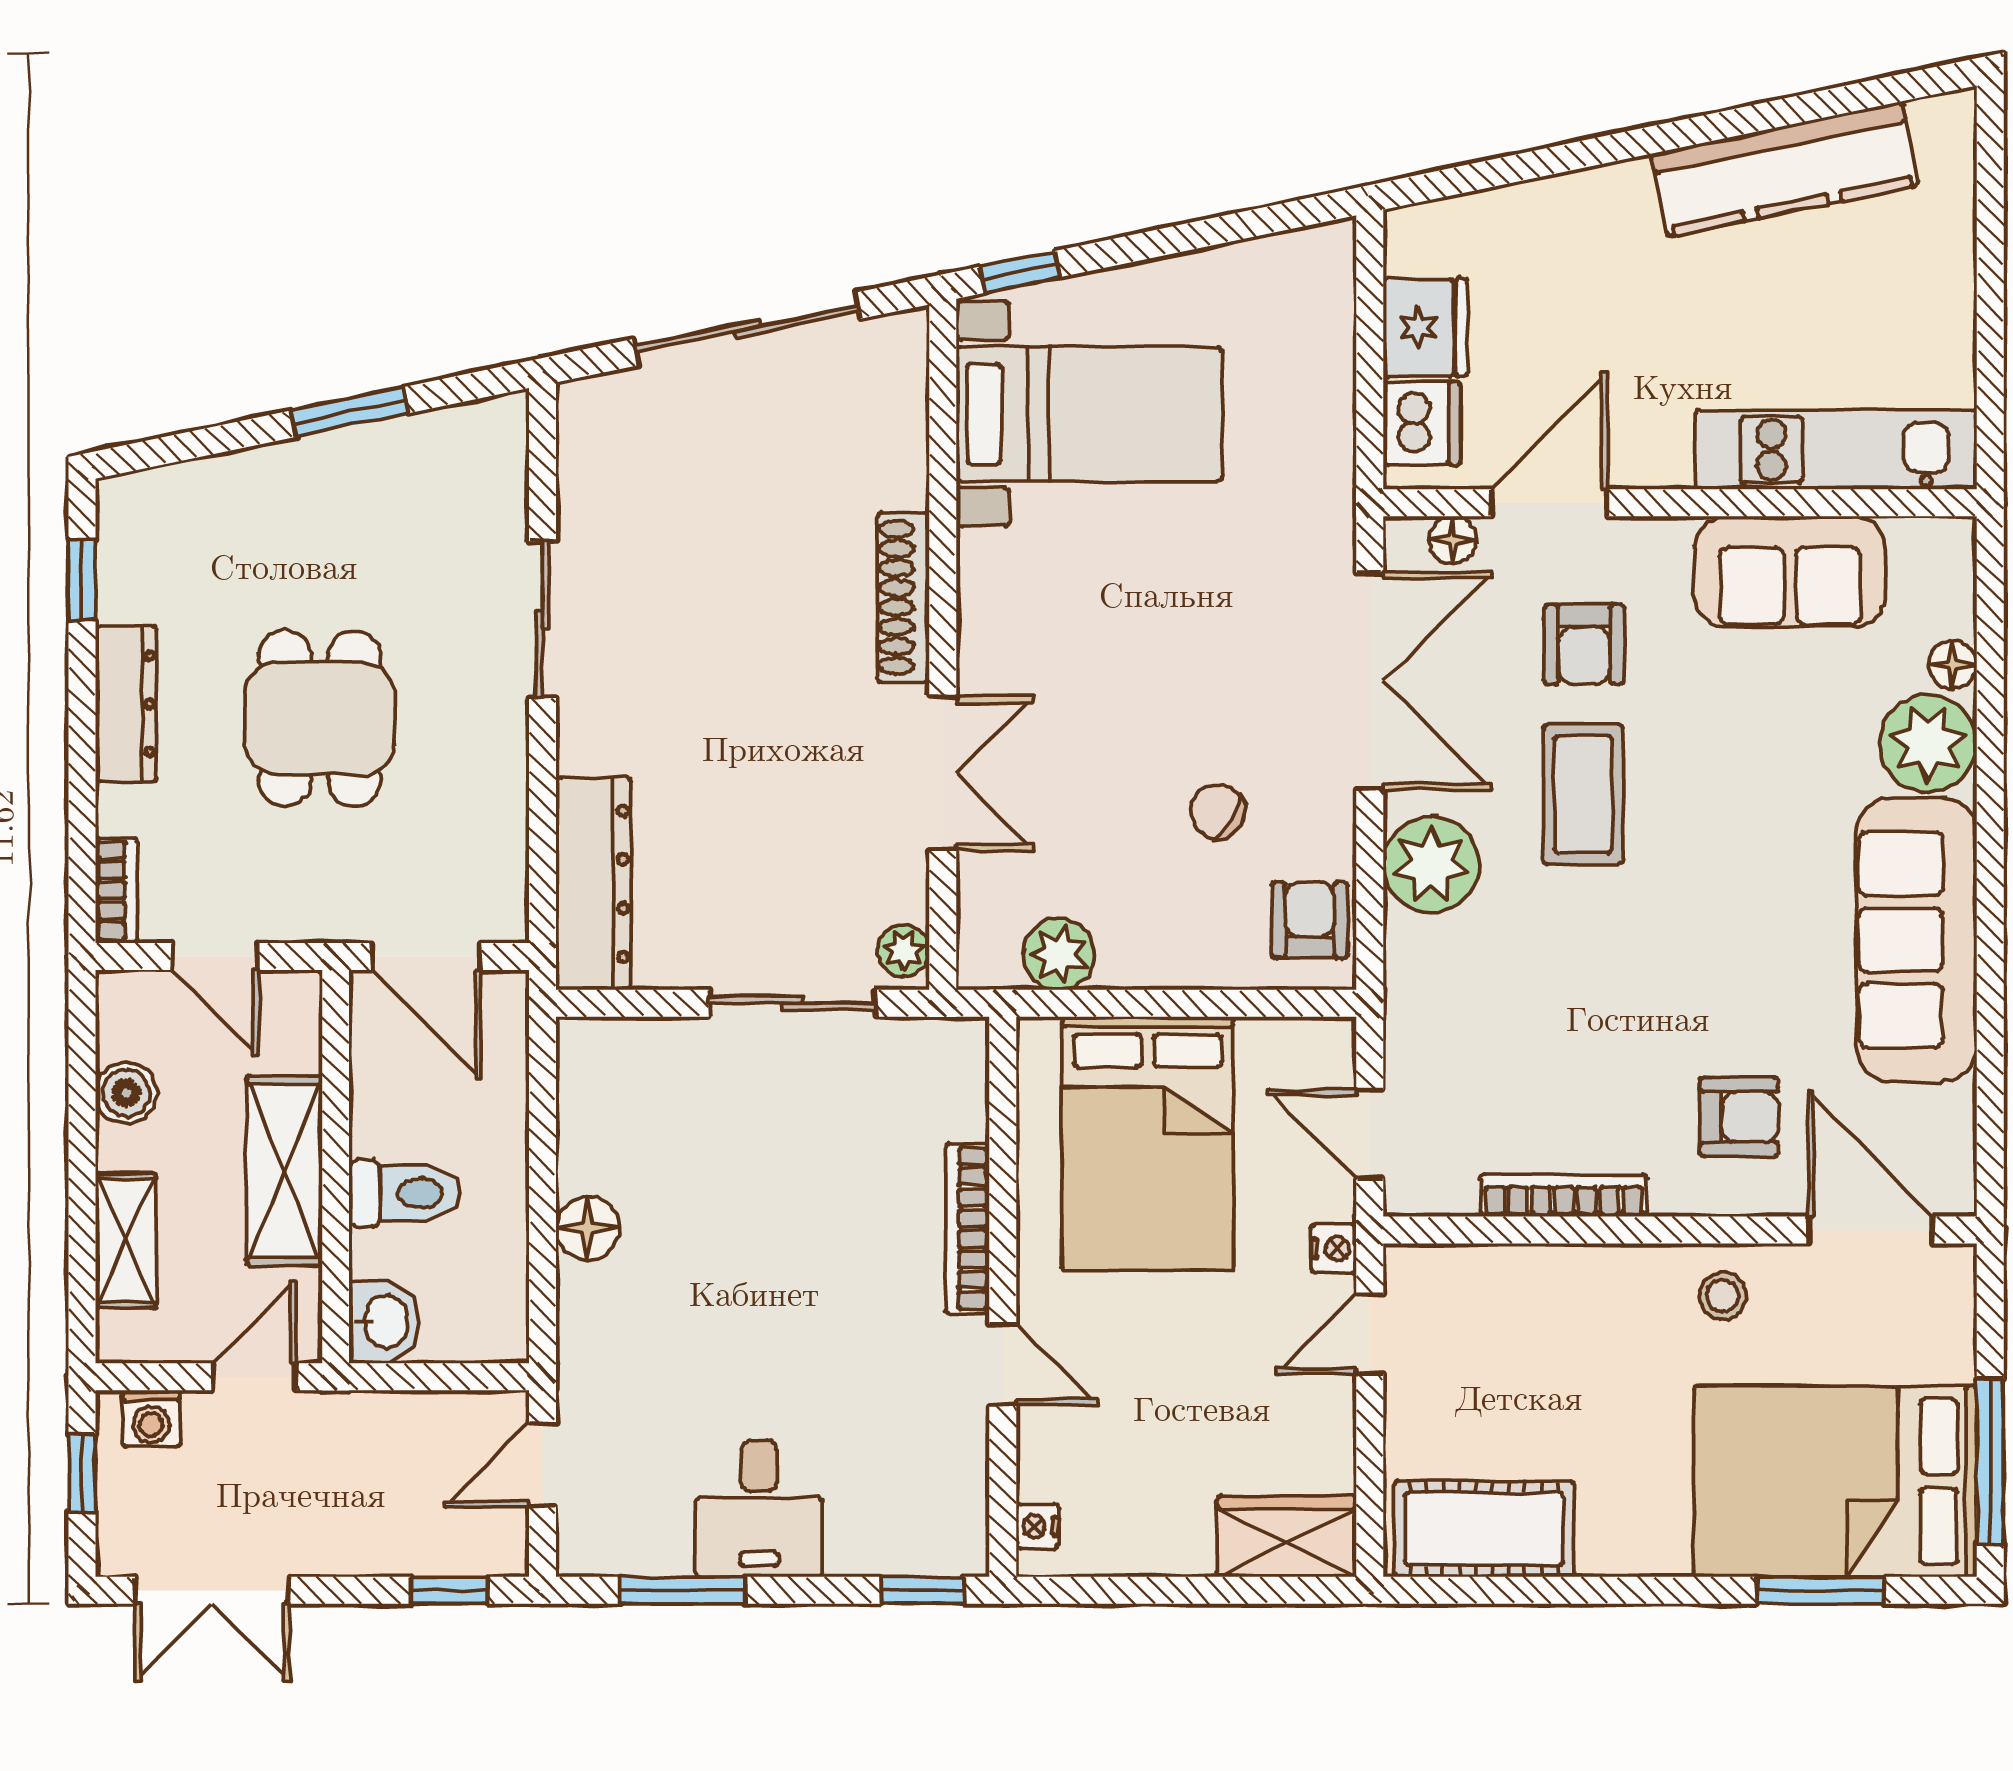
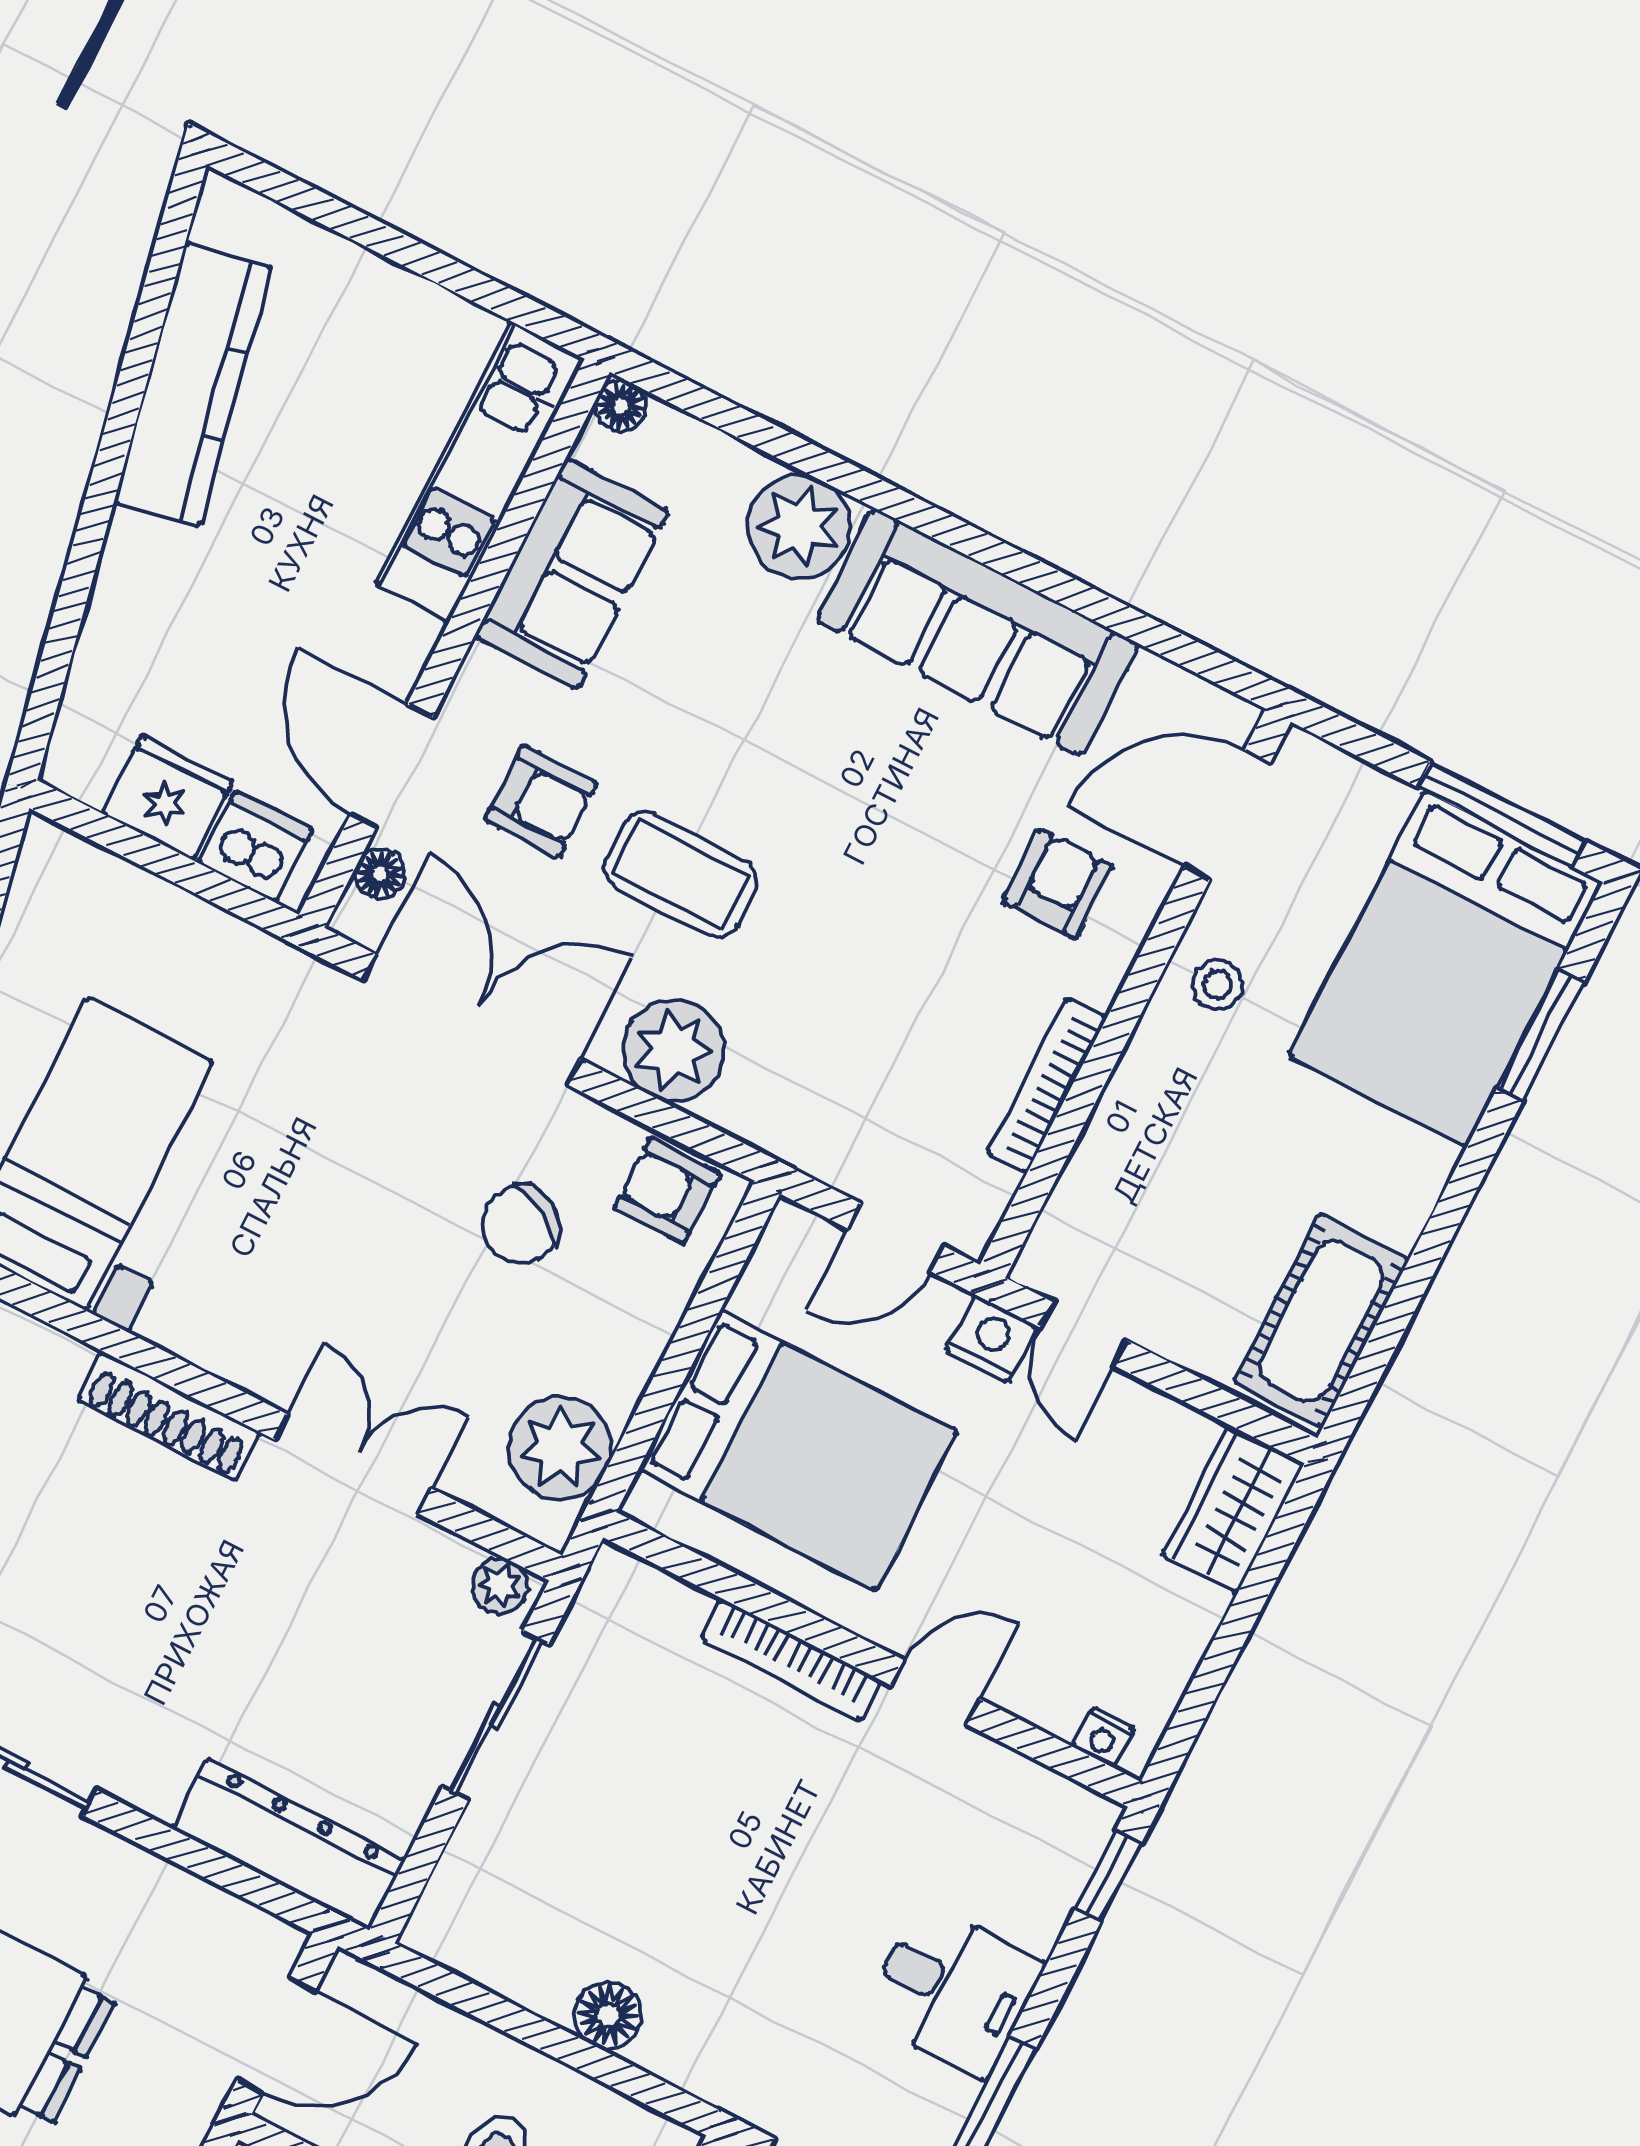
floor lamp: (1953, 665) -> (621, 406), moved
chair: (1217, 811) -> (521, 1225), width x1.37, depth x1.37
plant: (1059, 954) -> (560, 1448), width x1.36, depth x1.36
nightstand: (1334, 1248) -> (991, 1339), width x1.39, depth x1.35

